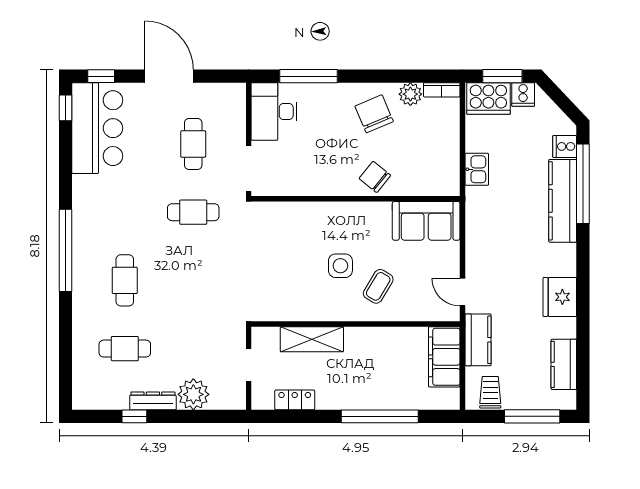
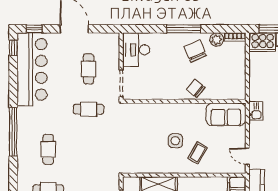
window: (308, 76) -> (184, 29), moved
bar counter: (97, 128) -> (32, 69), width x1.36
kitchen sink: (477, 169) -> (256, 111), moved

